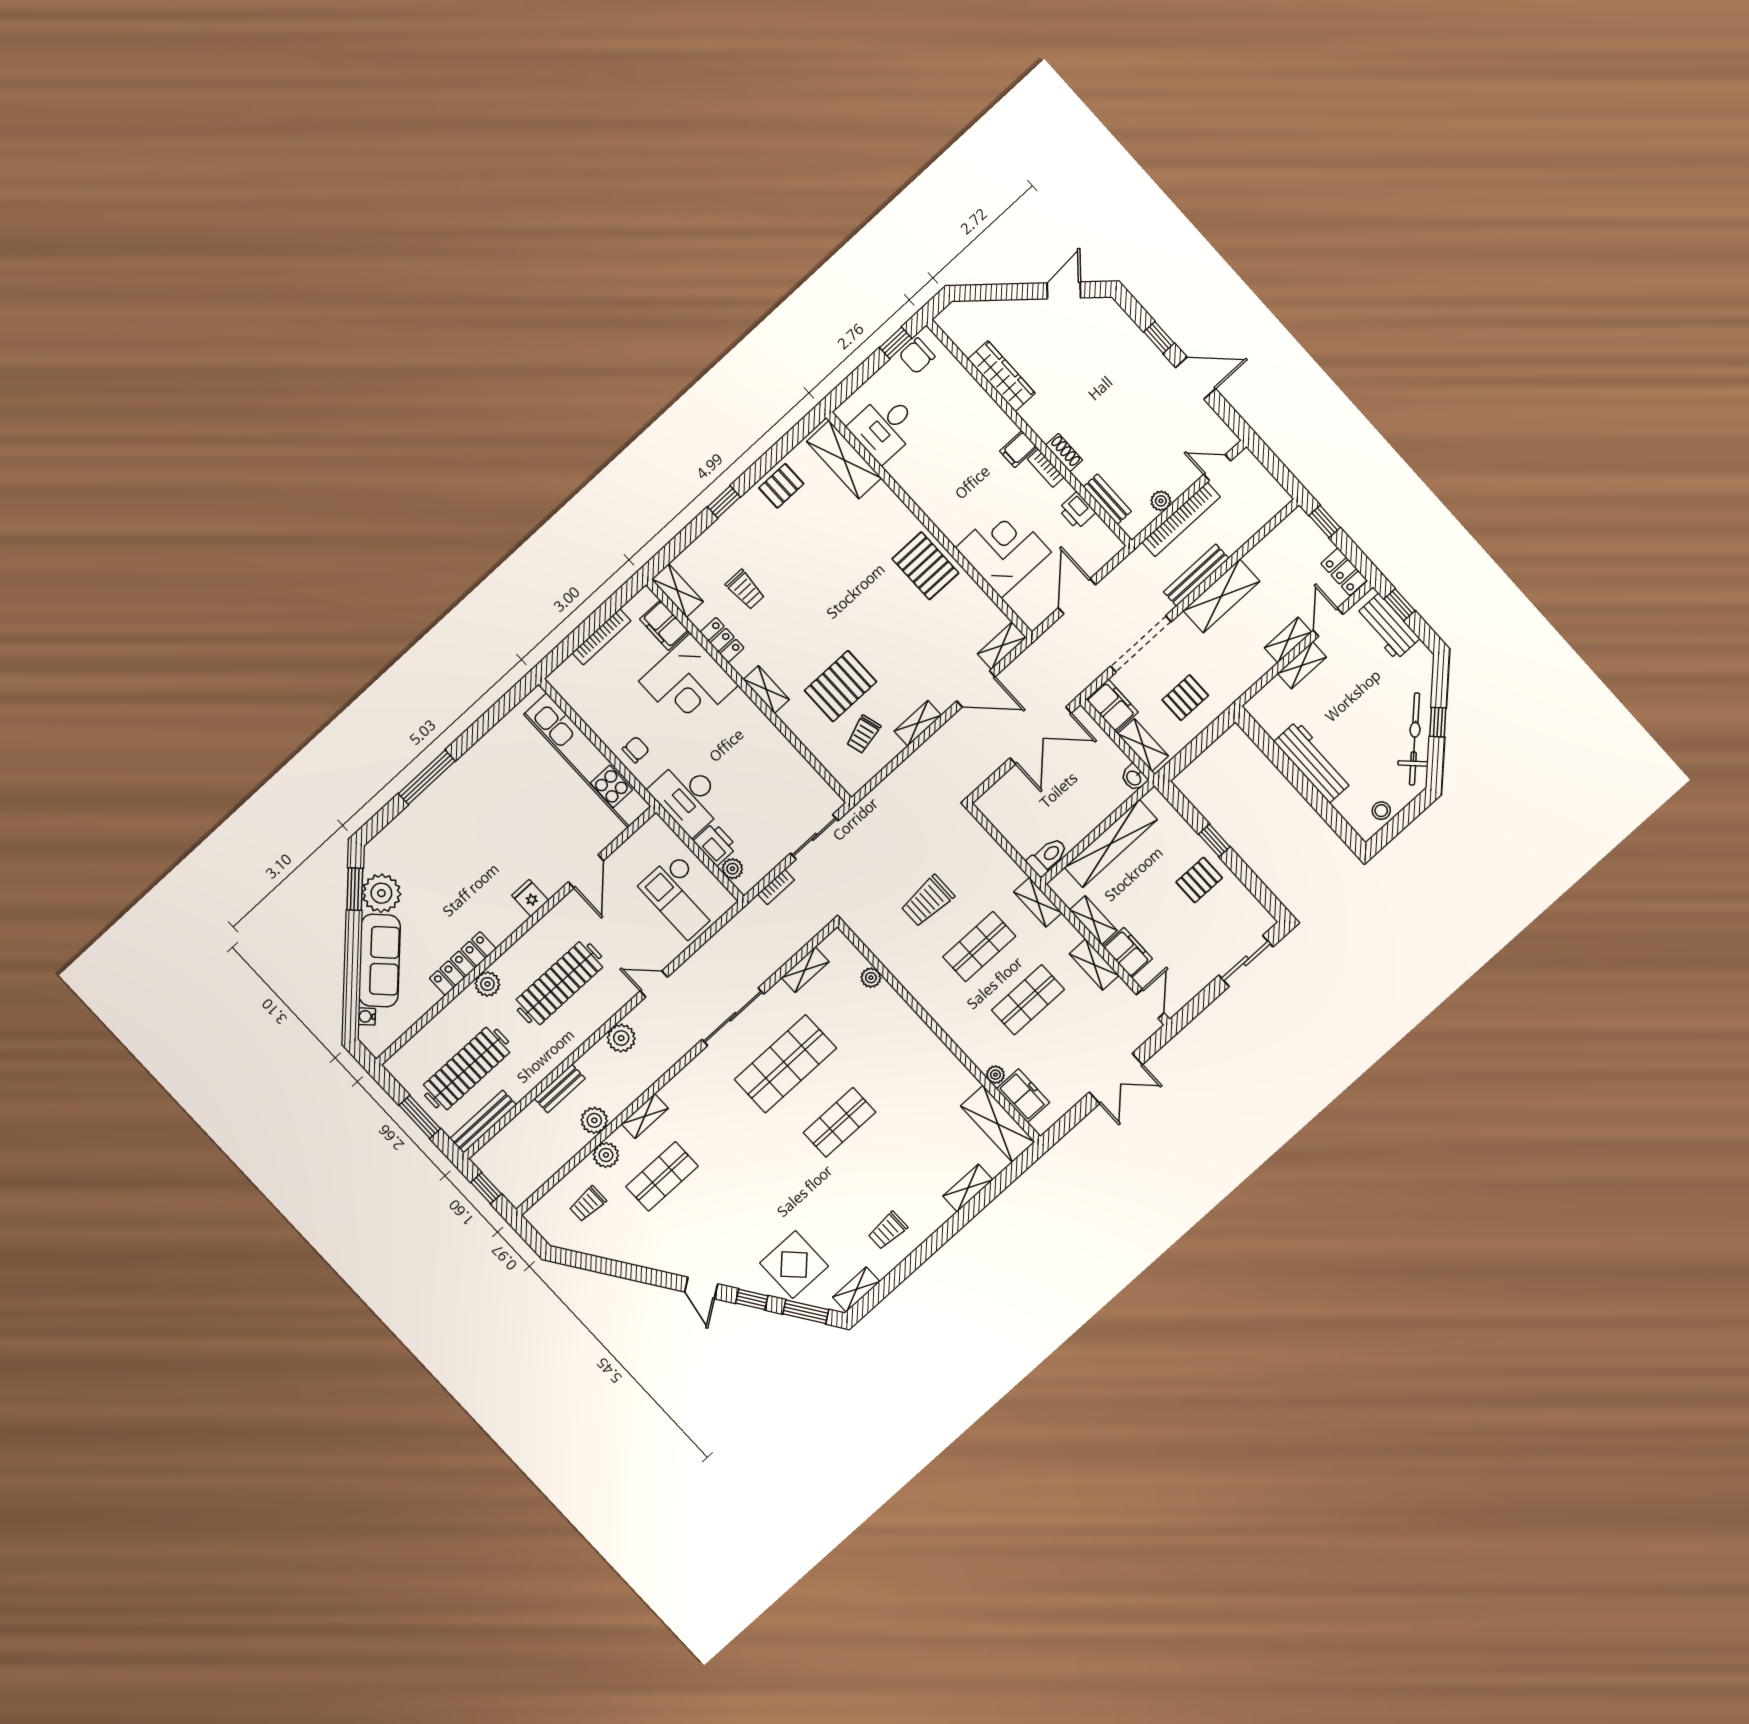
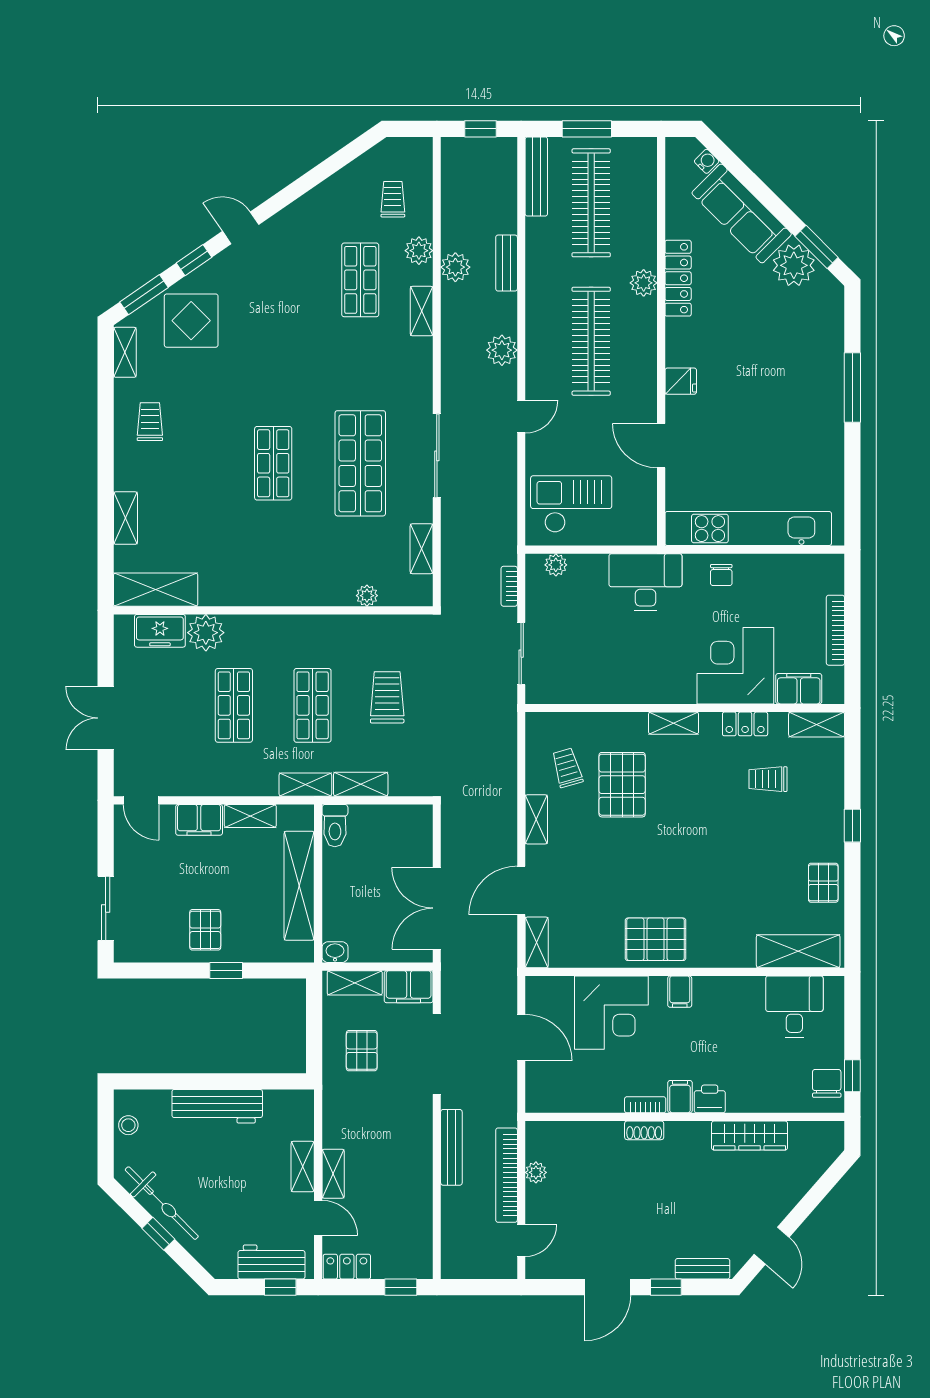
bench: (1107, 499) -> (702, 1269), moved
printer: (1077, 511) -> (710, 1099), moved
filing cabinet: (946, 516) -> (680, 992), added
shelving: (1221, 596) -> (416, 1152), removed
printer: (715, 844) -> (588, 569), removed
shelving: (1094, 965) -> (361, 784), moved
plant: (995, 1075) -> (206, 633), width x1.87, depth x1.87

